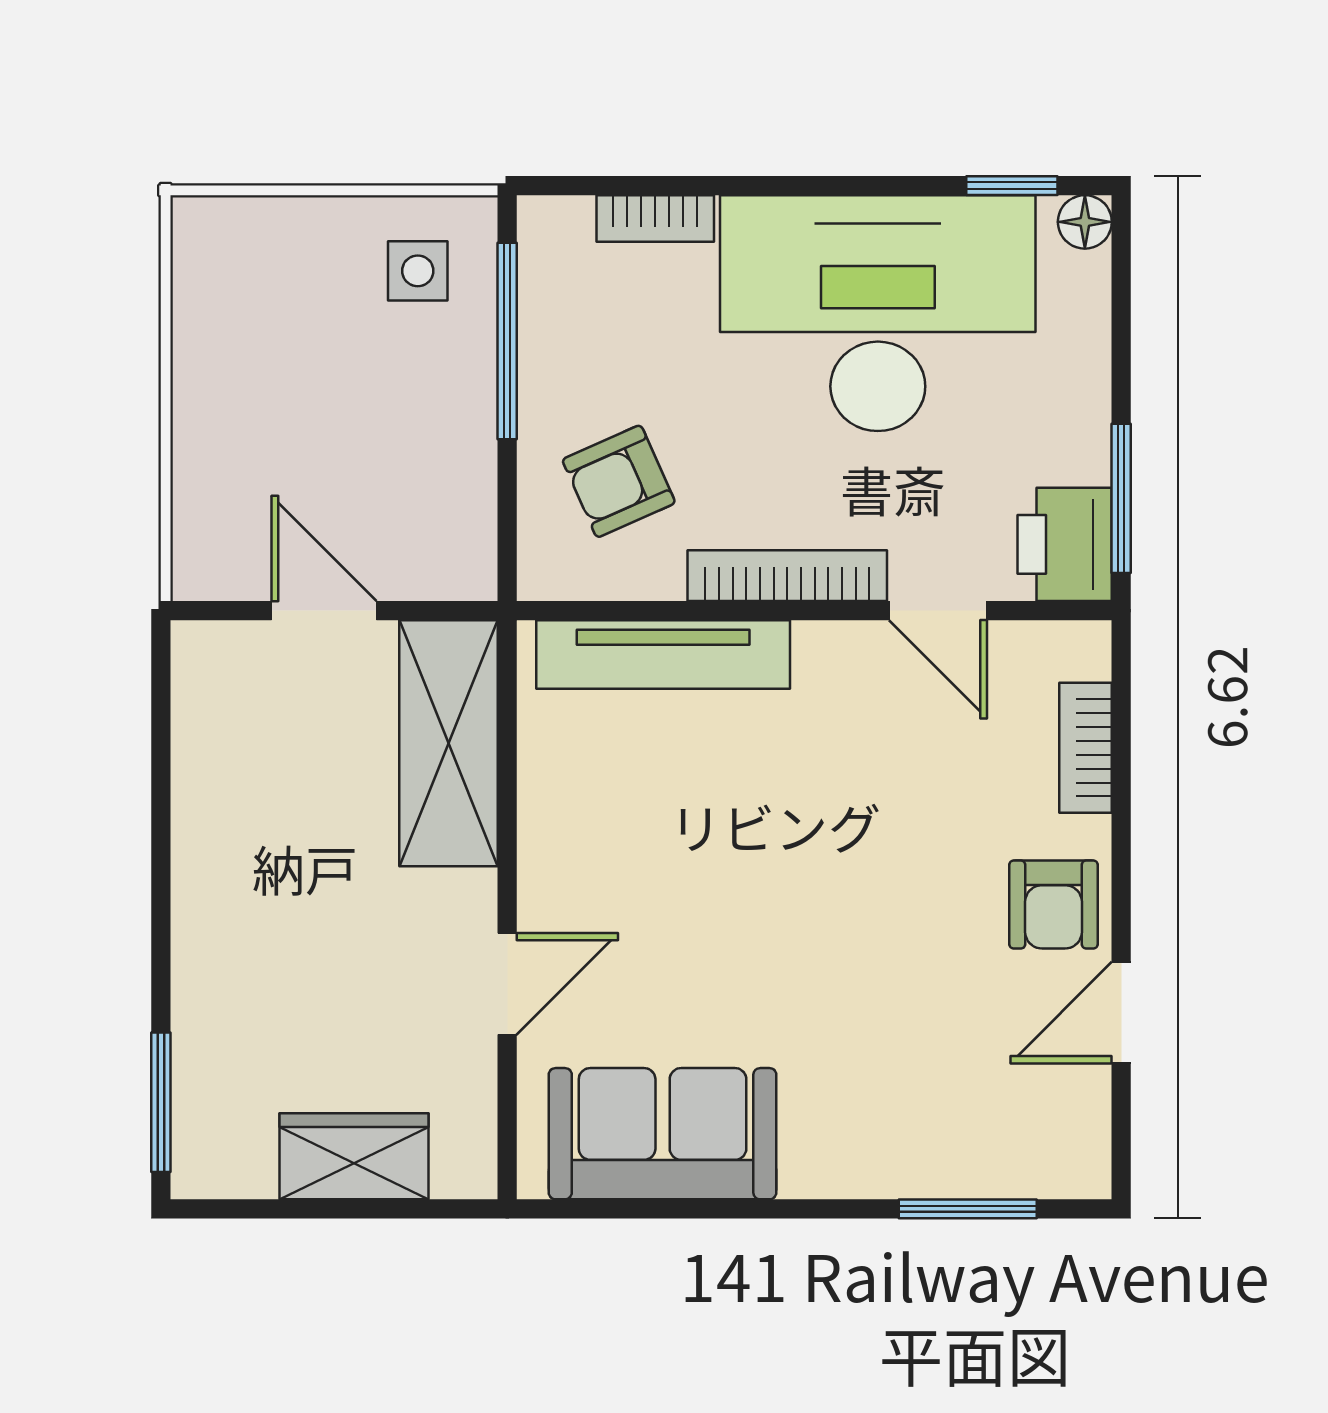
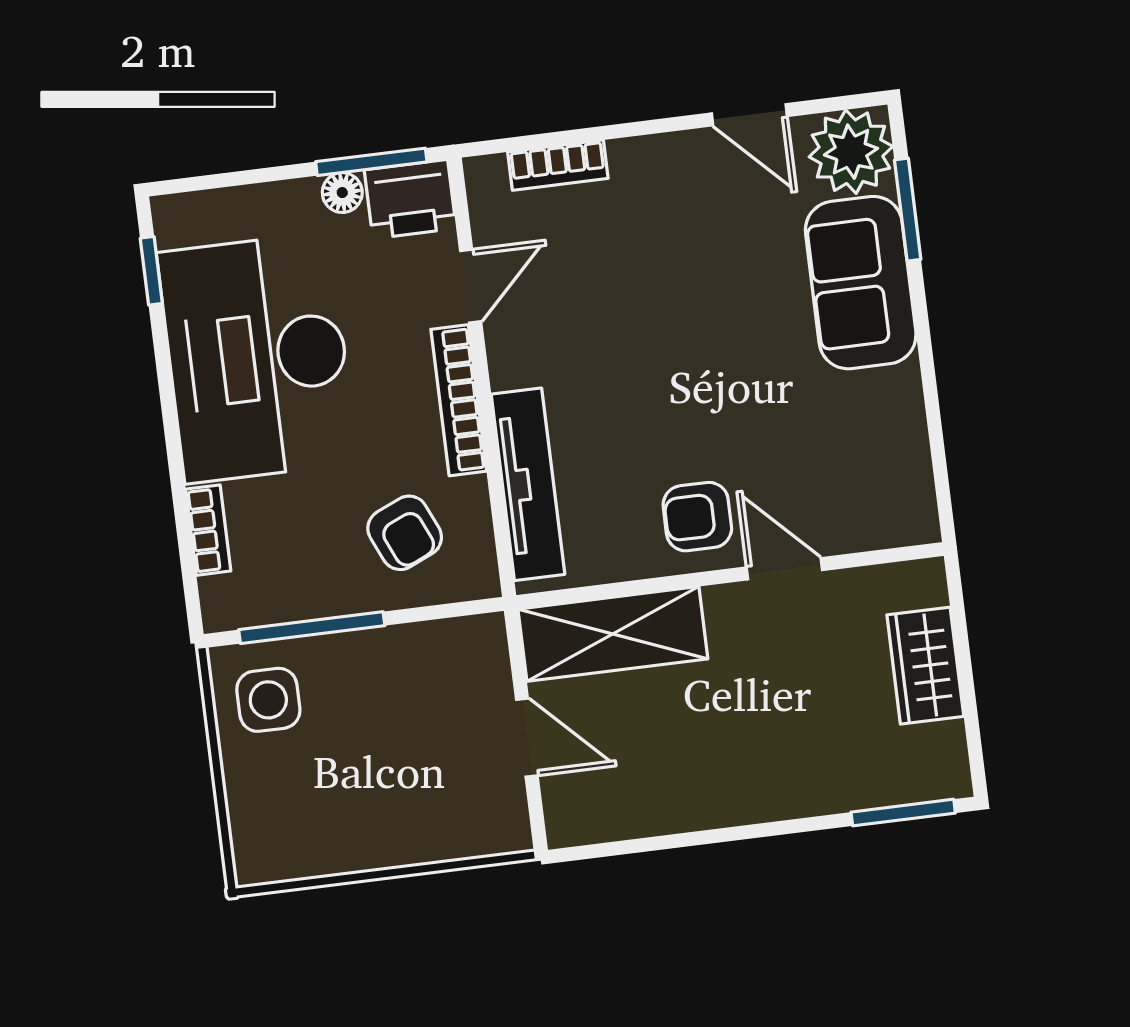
floor lamp: (1085, 222) -> (342, 193), moved
side table: (418, 271) -> (268, 700), width x1.37, depth x1.37
door: (324, 611) -> (527, 738), swing flipped
armchair: (1054, 904) -> (697, 517), moved, turned 180
sofa: (663, 1134) -> (861, 283), moved
plant: (1055, 1142) -> (851, 152), added

